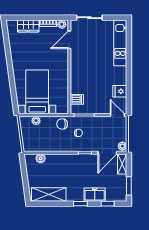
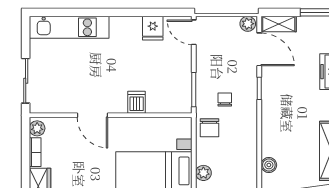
door: (69, 40) -> (92, 115), moved
dishwasher: (77, 99) -> (137, 102), moved
door: (117, 115) -> (194, 32), hinge flipped

